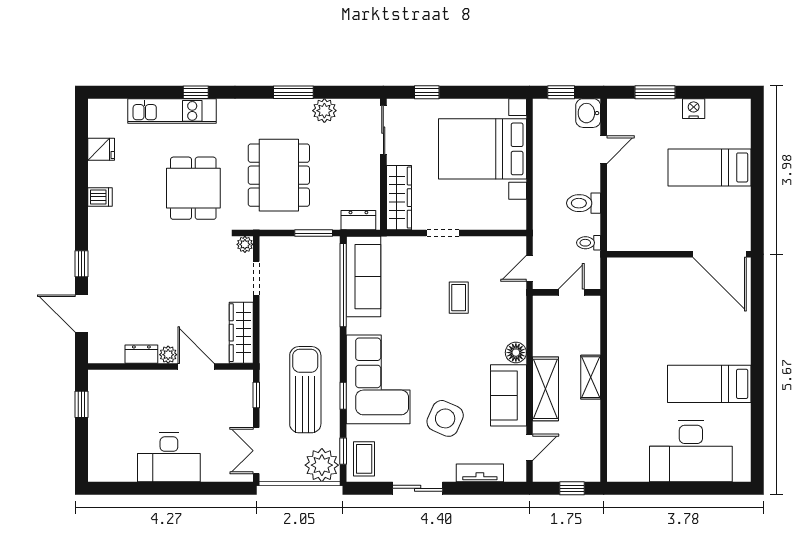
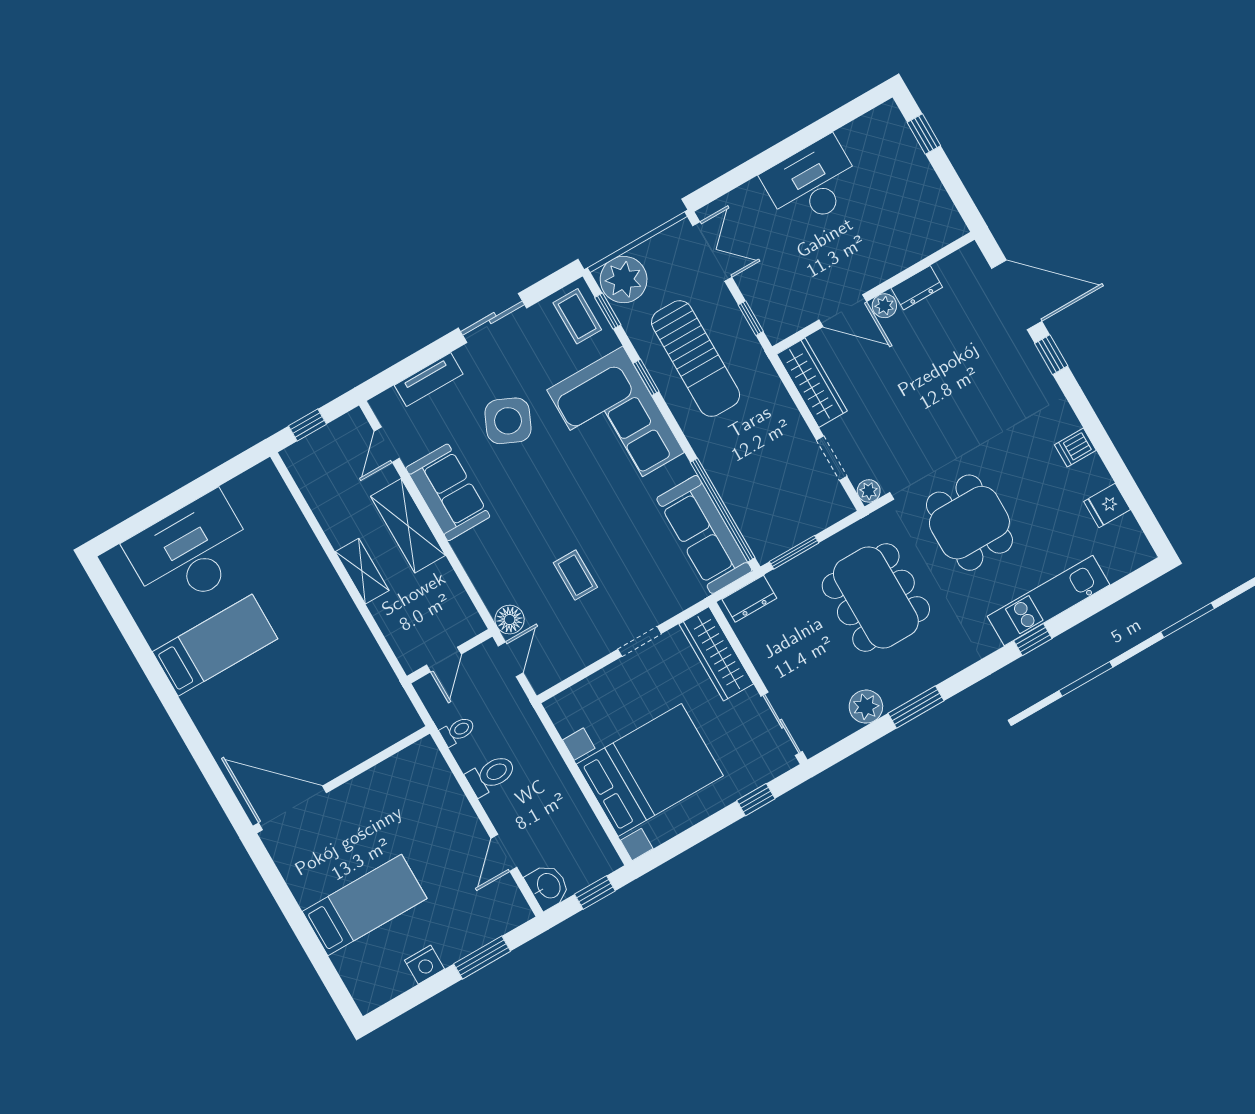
door: (81, 314) -> (1017, 295), width x1.36
floor lamp: (516, 353) -> (510, 620), moved
window: (81, 404) -> (924, 134), moved

